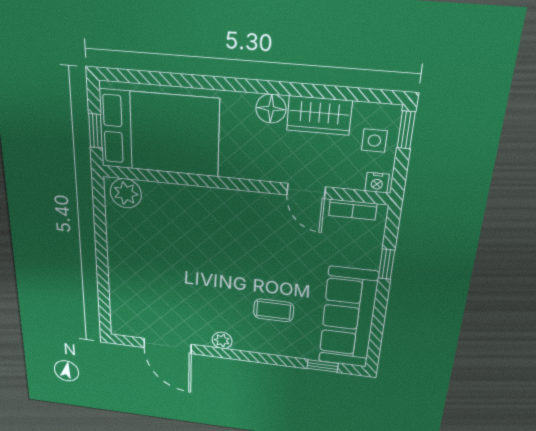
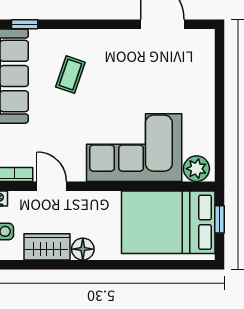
corner sofa: (201, 225) -> (134, 148), added
coffee table: (274, 310) -> (70, 75), turned -71
plant: (222, 340) -> (113, 37), removed

